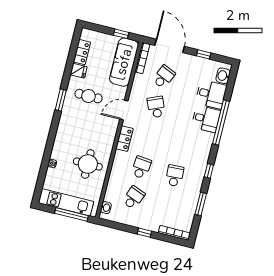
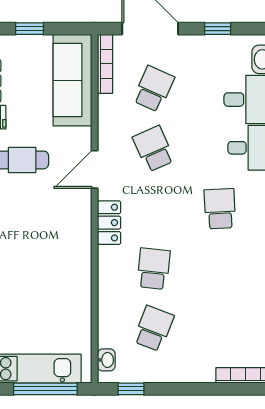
window: (121, 34) -> (29, 29), moved
round table: (88, 164) -> (52, 287), removed
school desk: (175, 176) -> (220, 209), moved
window: (144, 233) -> (131, 389), moved

